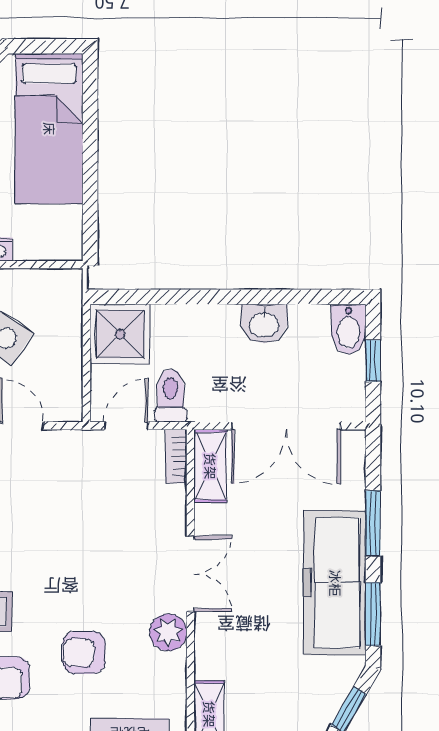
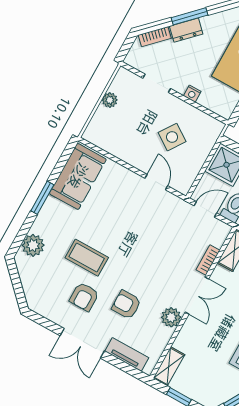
bookcase: (176, 456) -> (208, 260), moved

